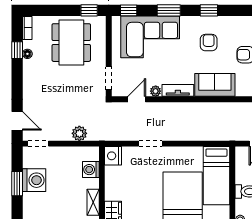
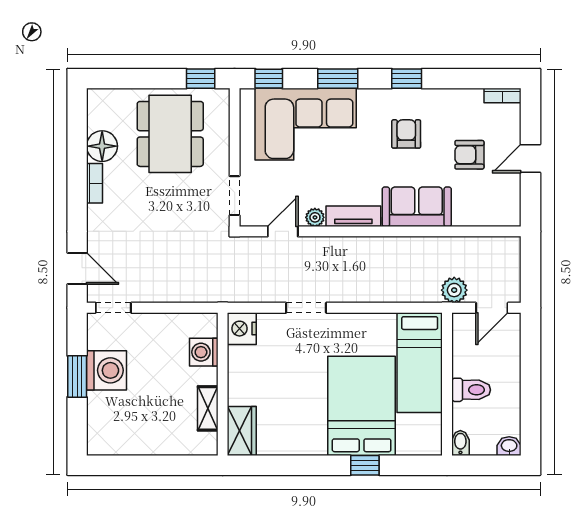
bookcase: (27, 28) -> (95, 183), moved
window: (17, 50) -> (77, 147), removed
floor lamp: (27, 54) -> (102, 146), width x1.89, depth x1.89
plant: (79, 133) -> (454, 290), moved

